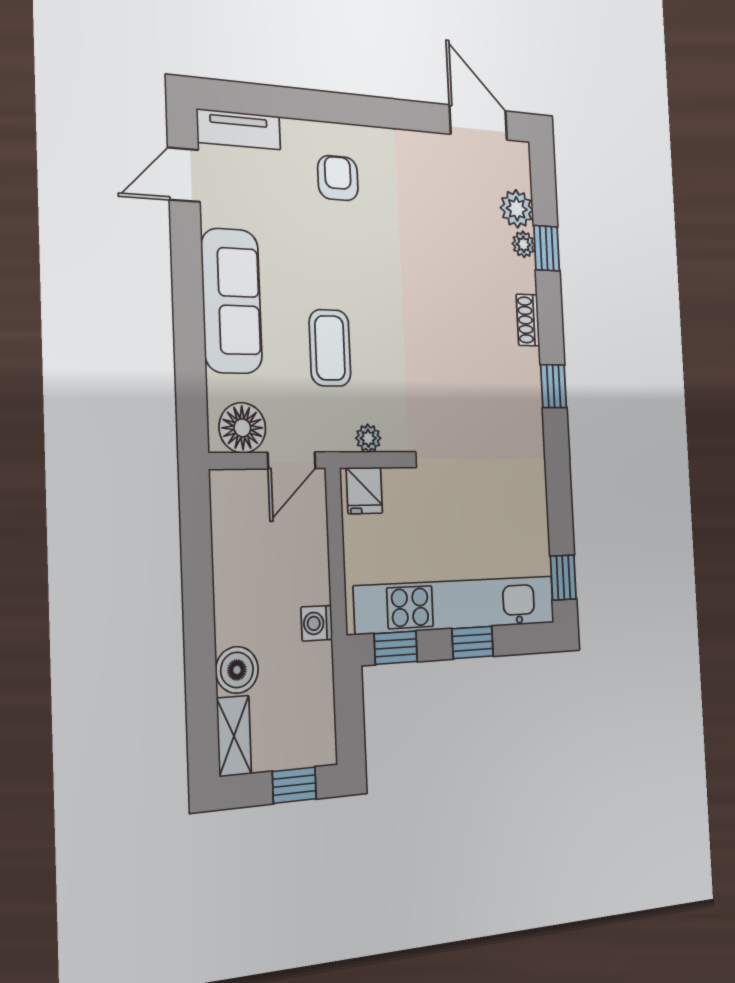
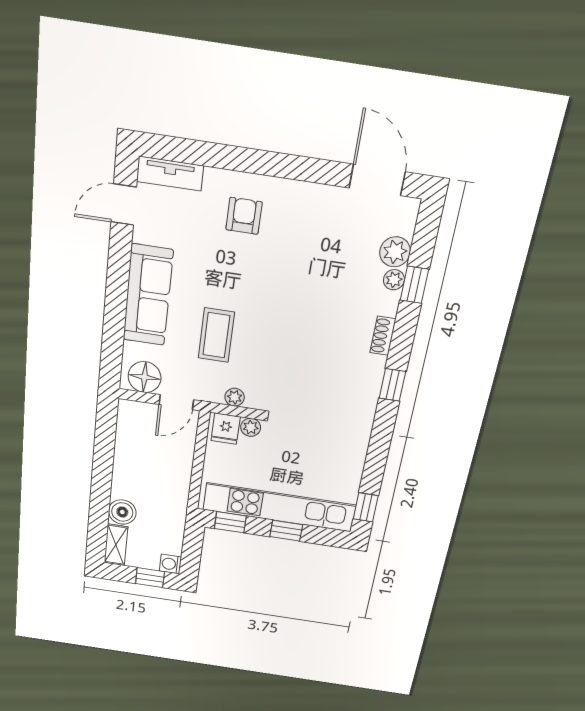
plant: (397, 482) -> (251, 427), added
washing machine: (317, 623) -> (170, 564), moved

